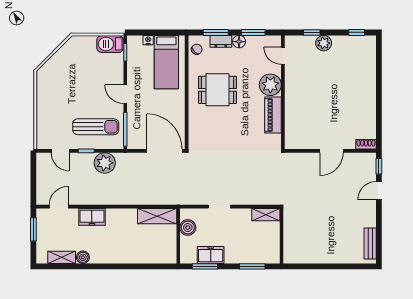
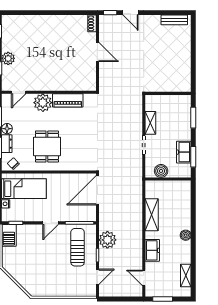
shelving: (266, 215) -> (150, 123), moved
shelving: (157, 216) -> (152, 215), moved
boiler: (83, 257) -> (186, 235), moved

